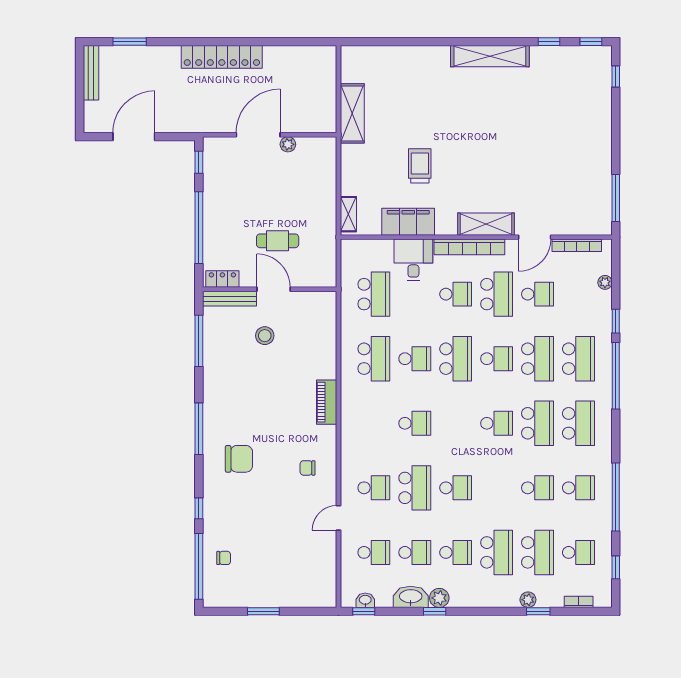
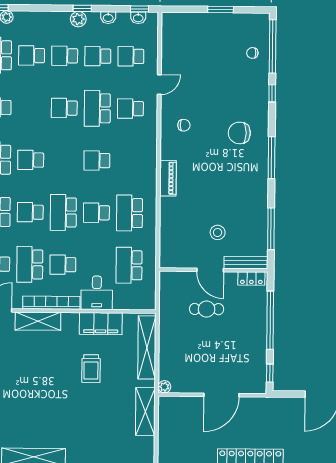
plant: (288, 144) -> (164, 387), moved
shelving: (348, 214) -> (147, 347), width x2.20, depth x1.33
school desk: (497, 552) -> (32, 56), width x0.54
washbasin: (411, 597) -> (108, 18), width x0.52, depth x0.69

